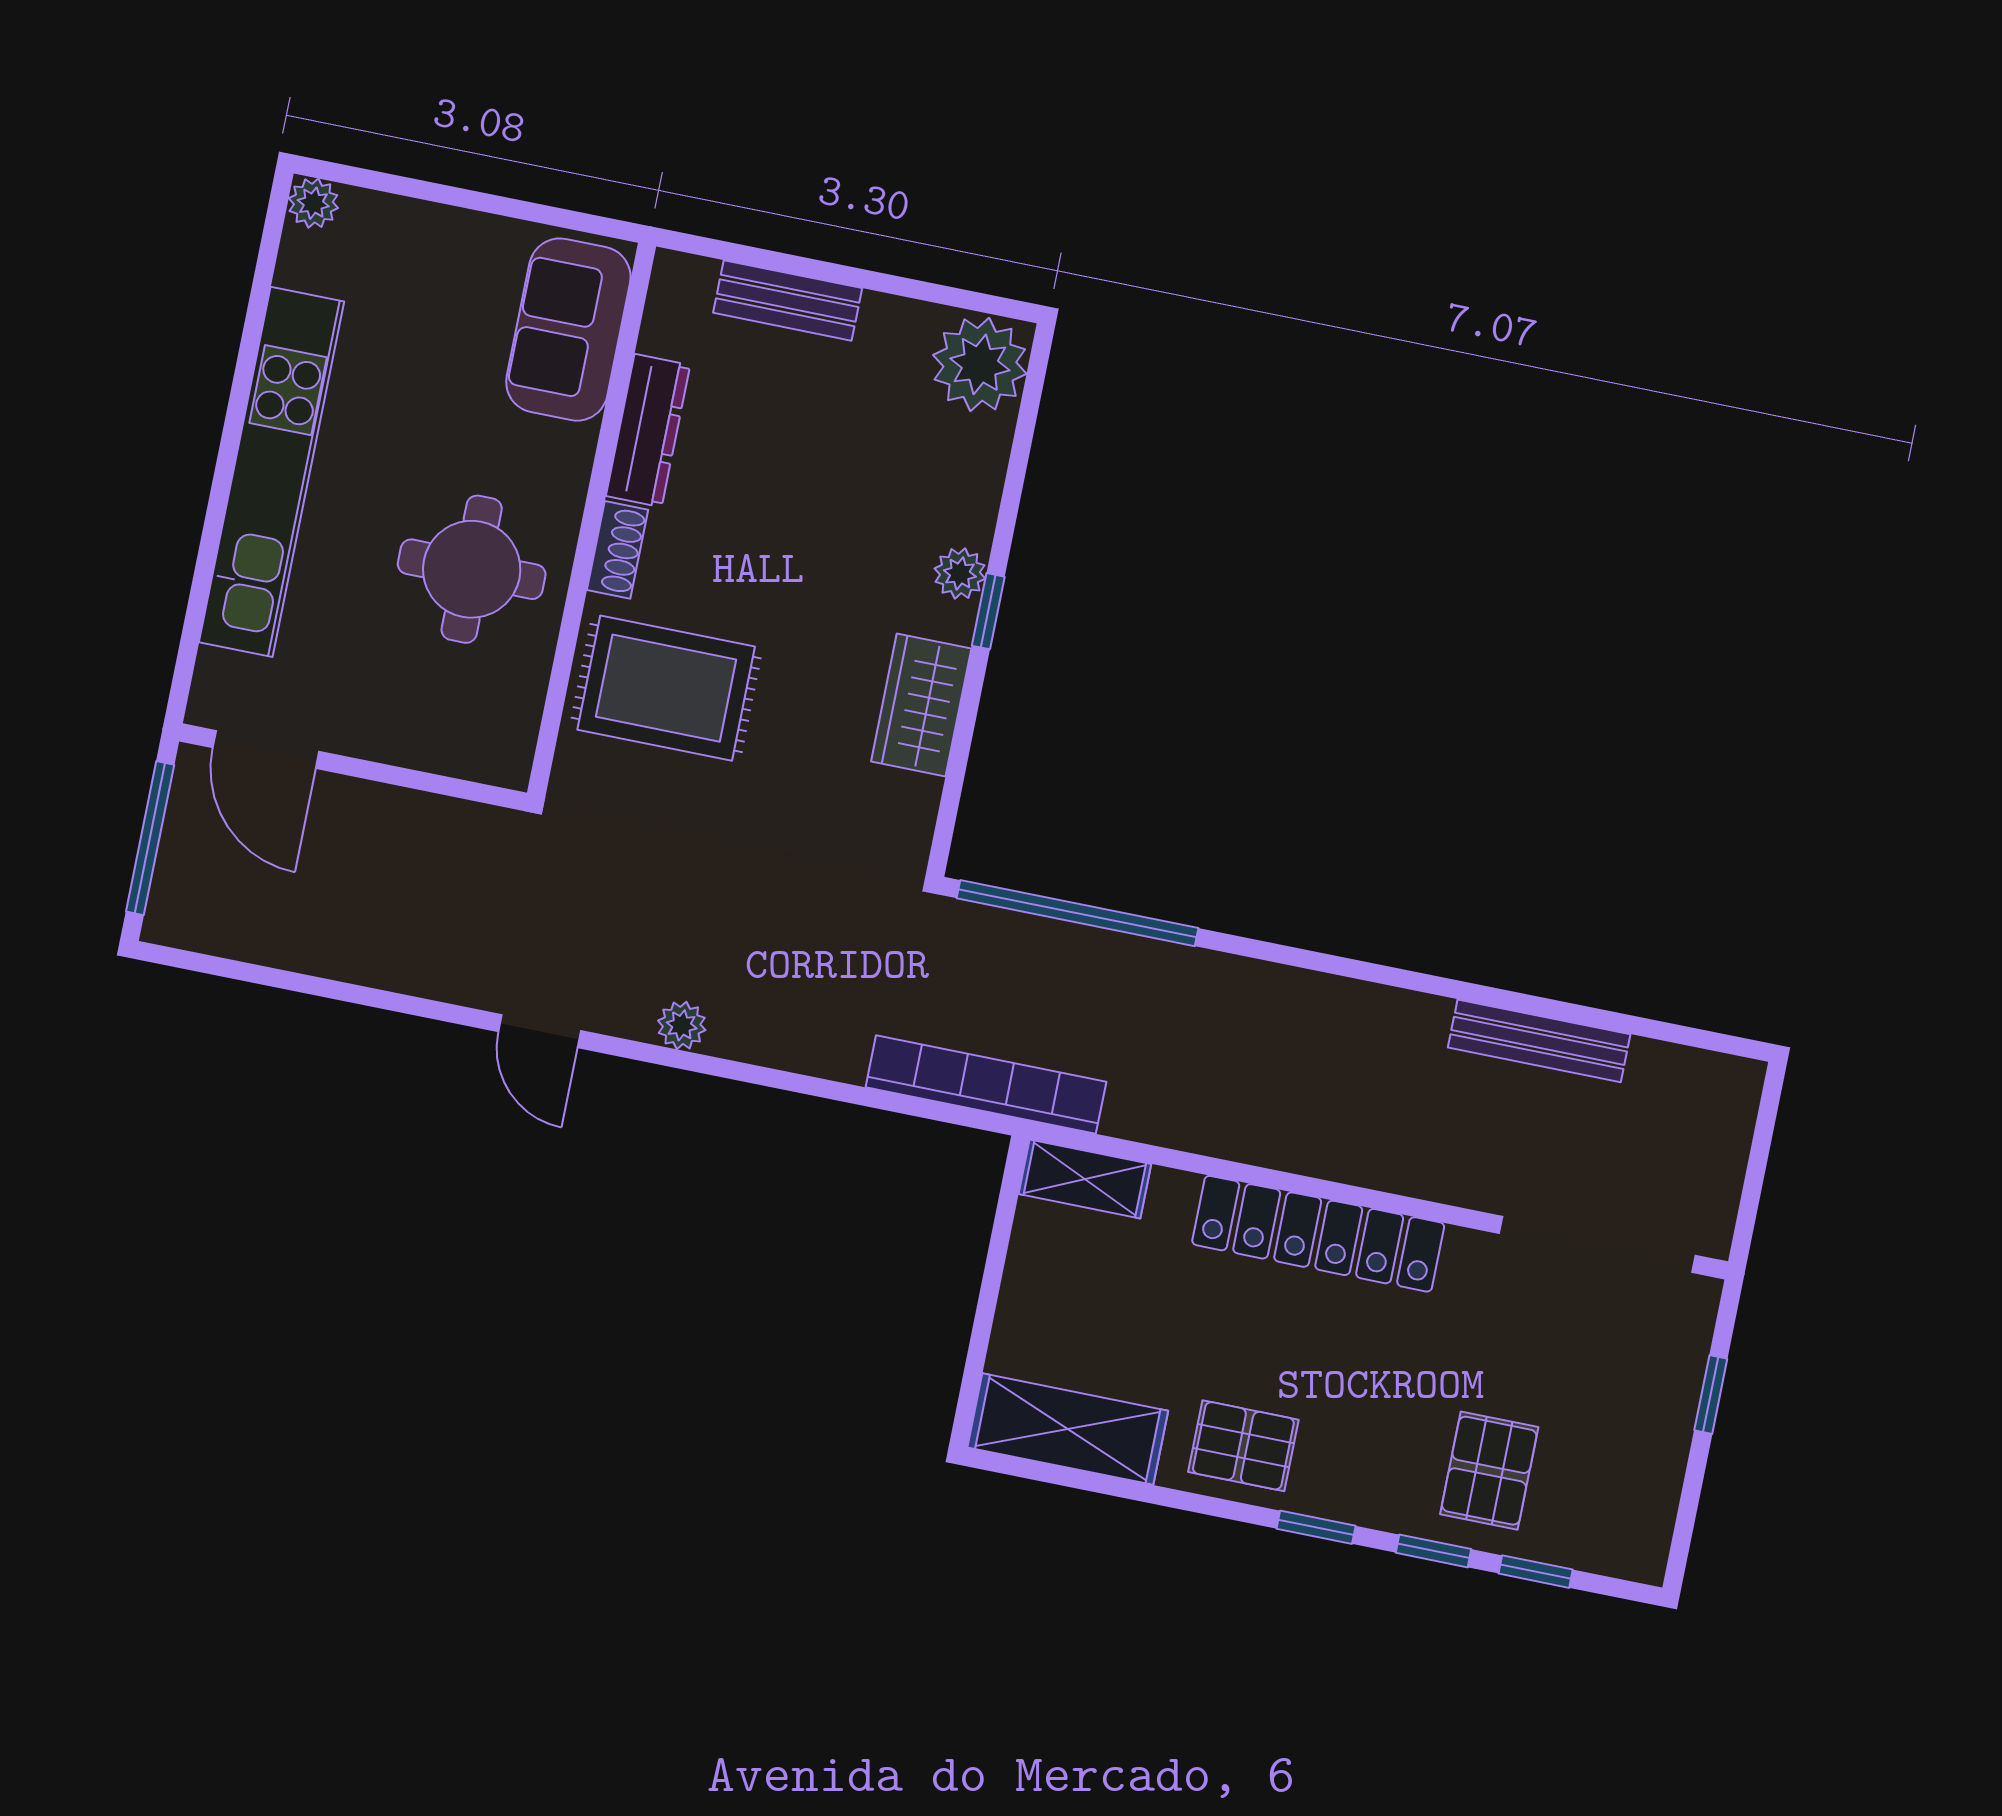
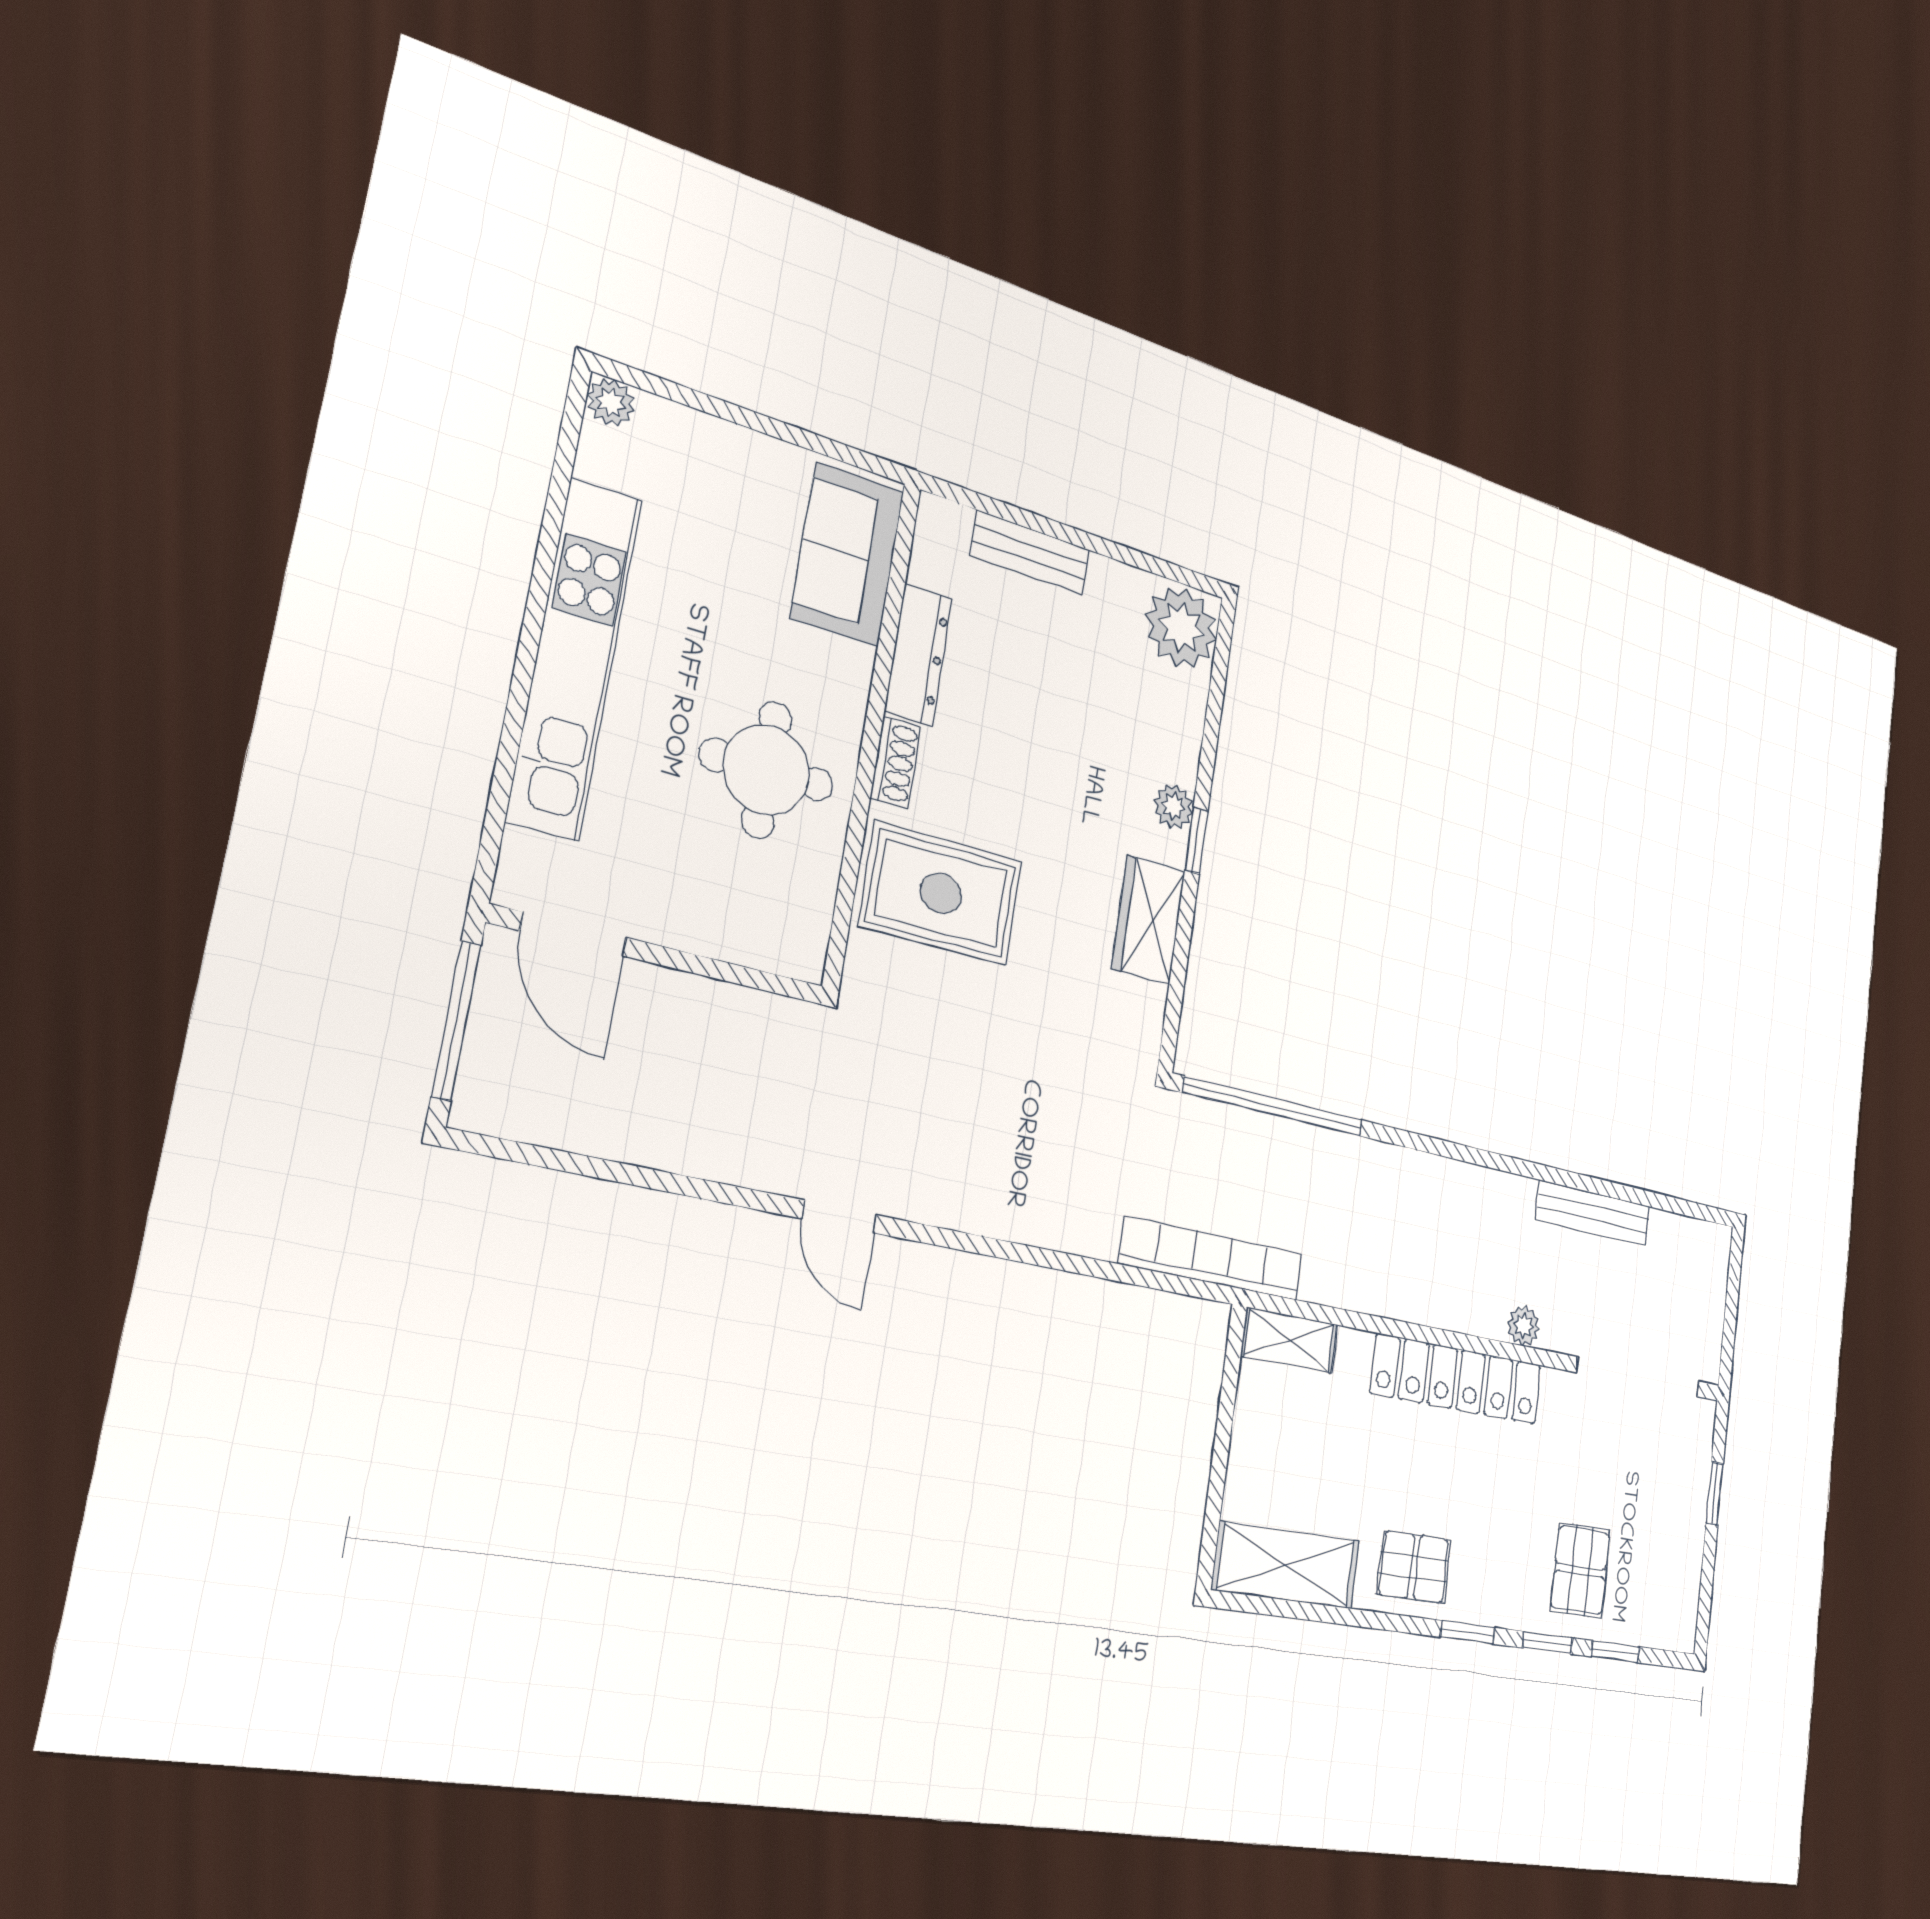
plant: (682, 1025) -> (1524, 1326), moved

